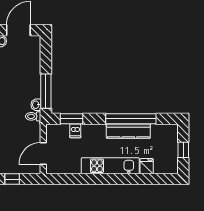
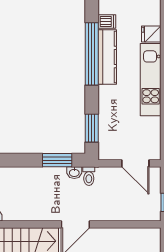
window: (46, 91) -> (57, 160), width x0.69
dishwasher: (75, 131) -> (107, 22), moved

